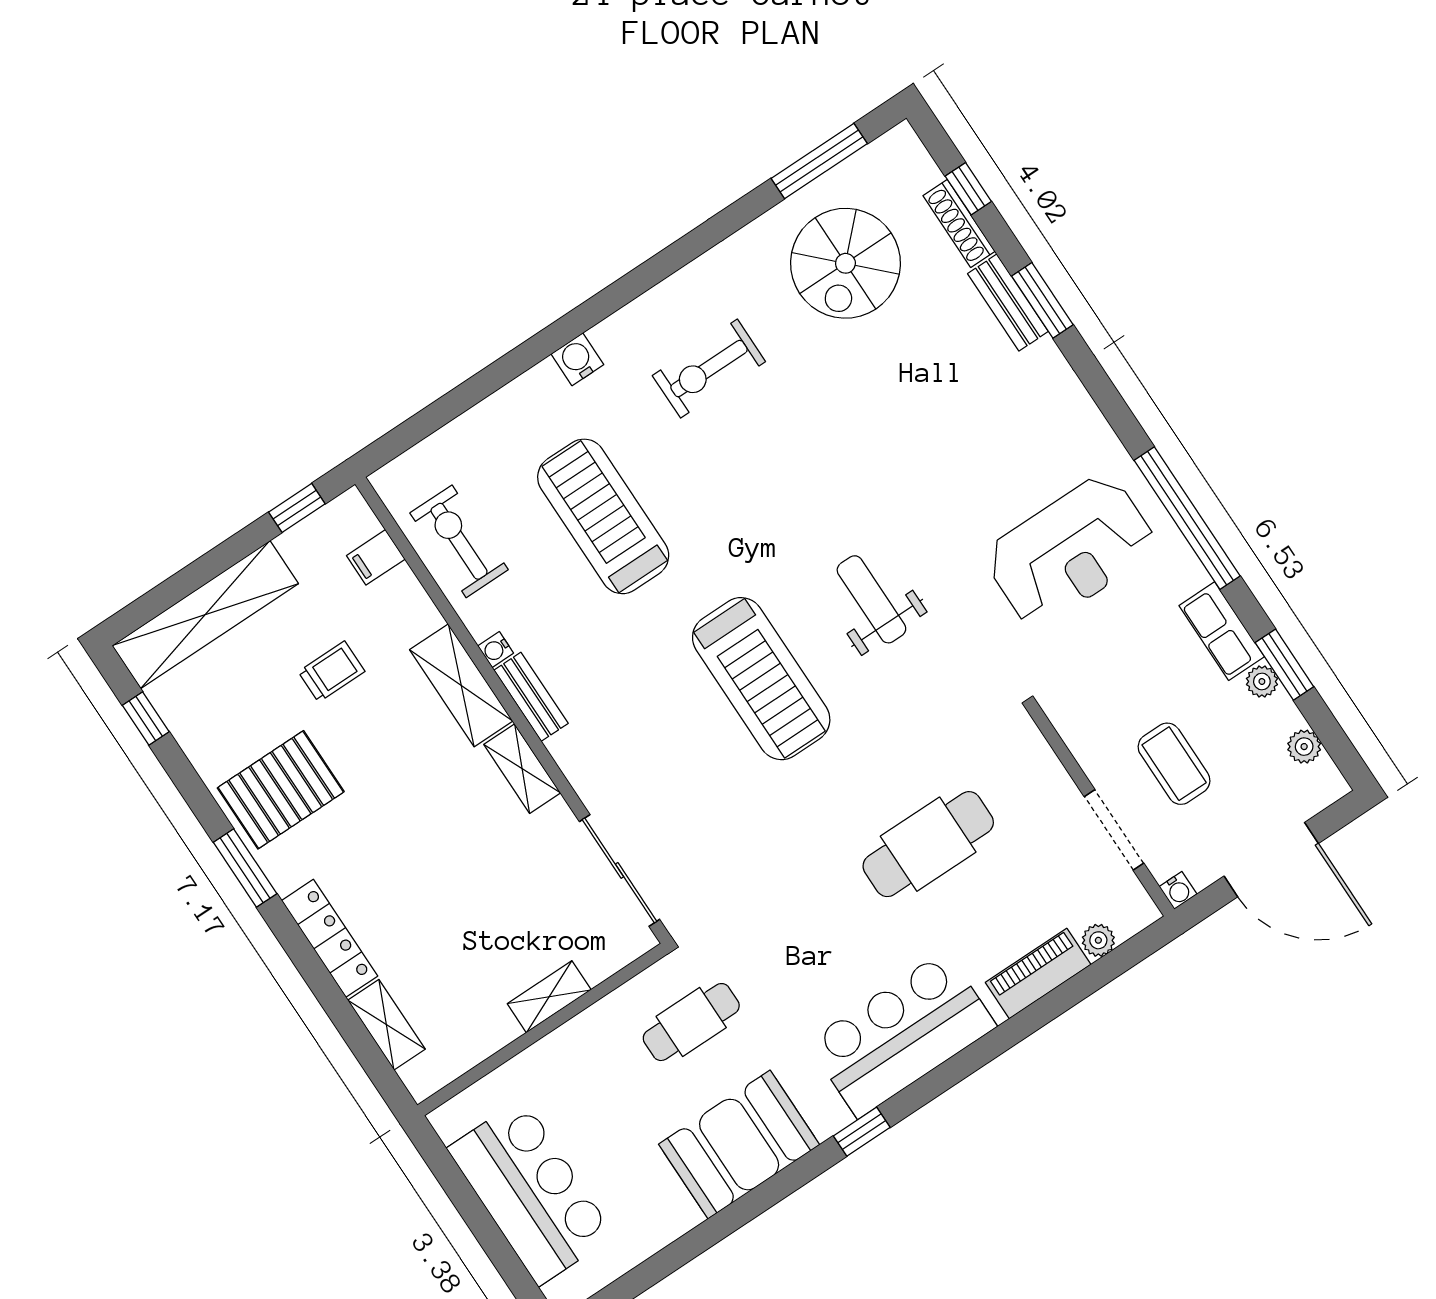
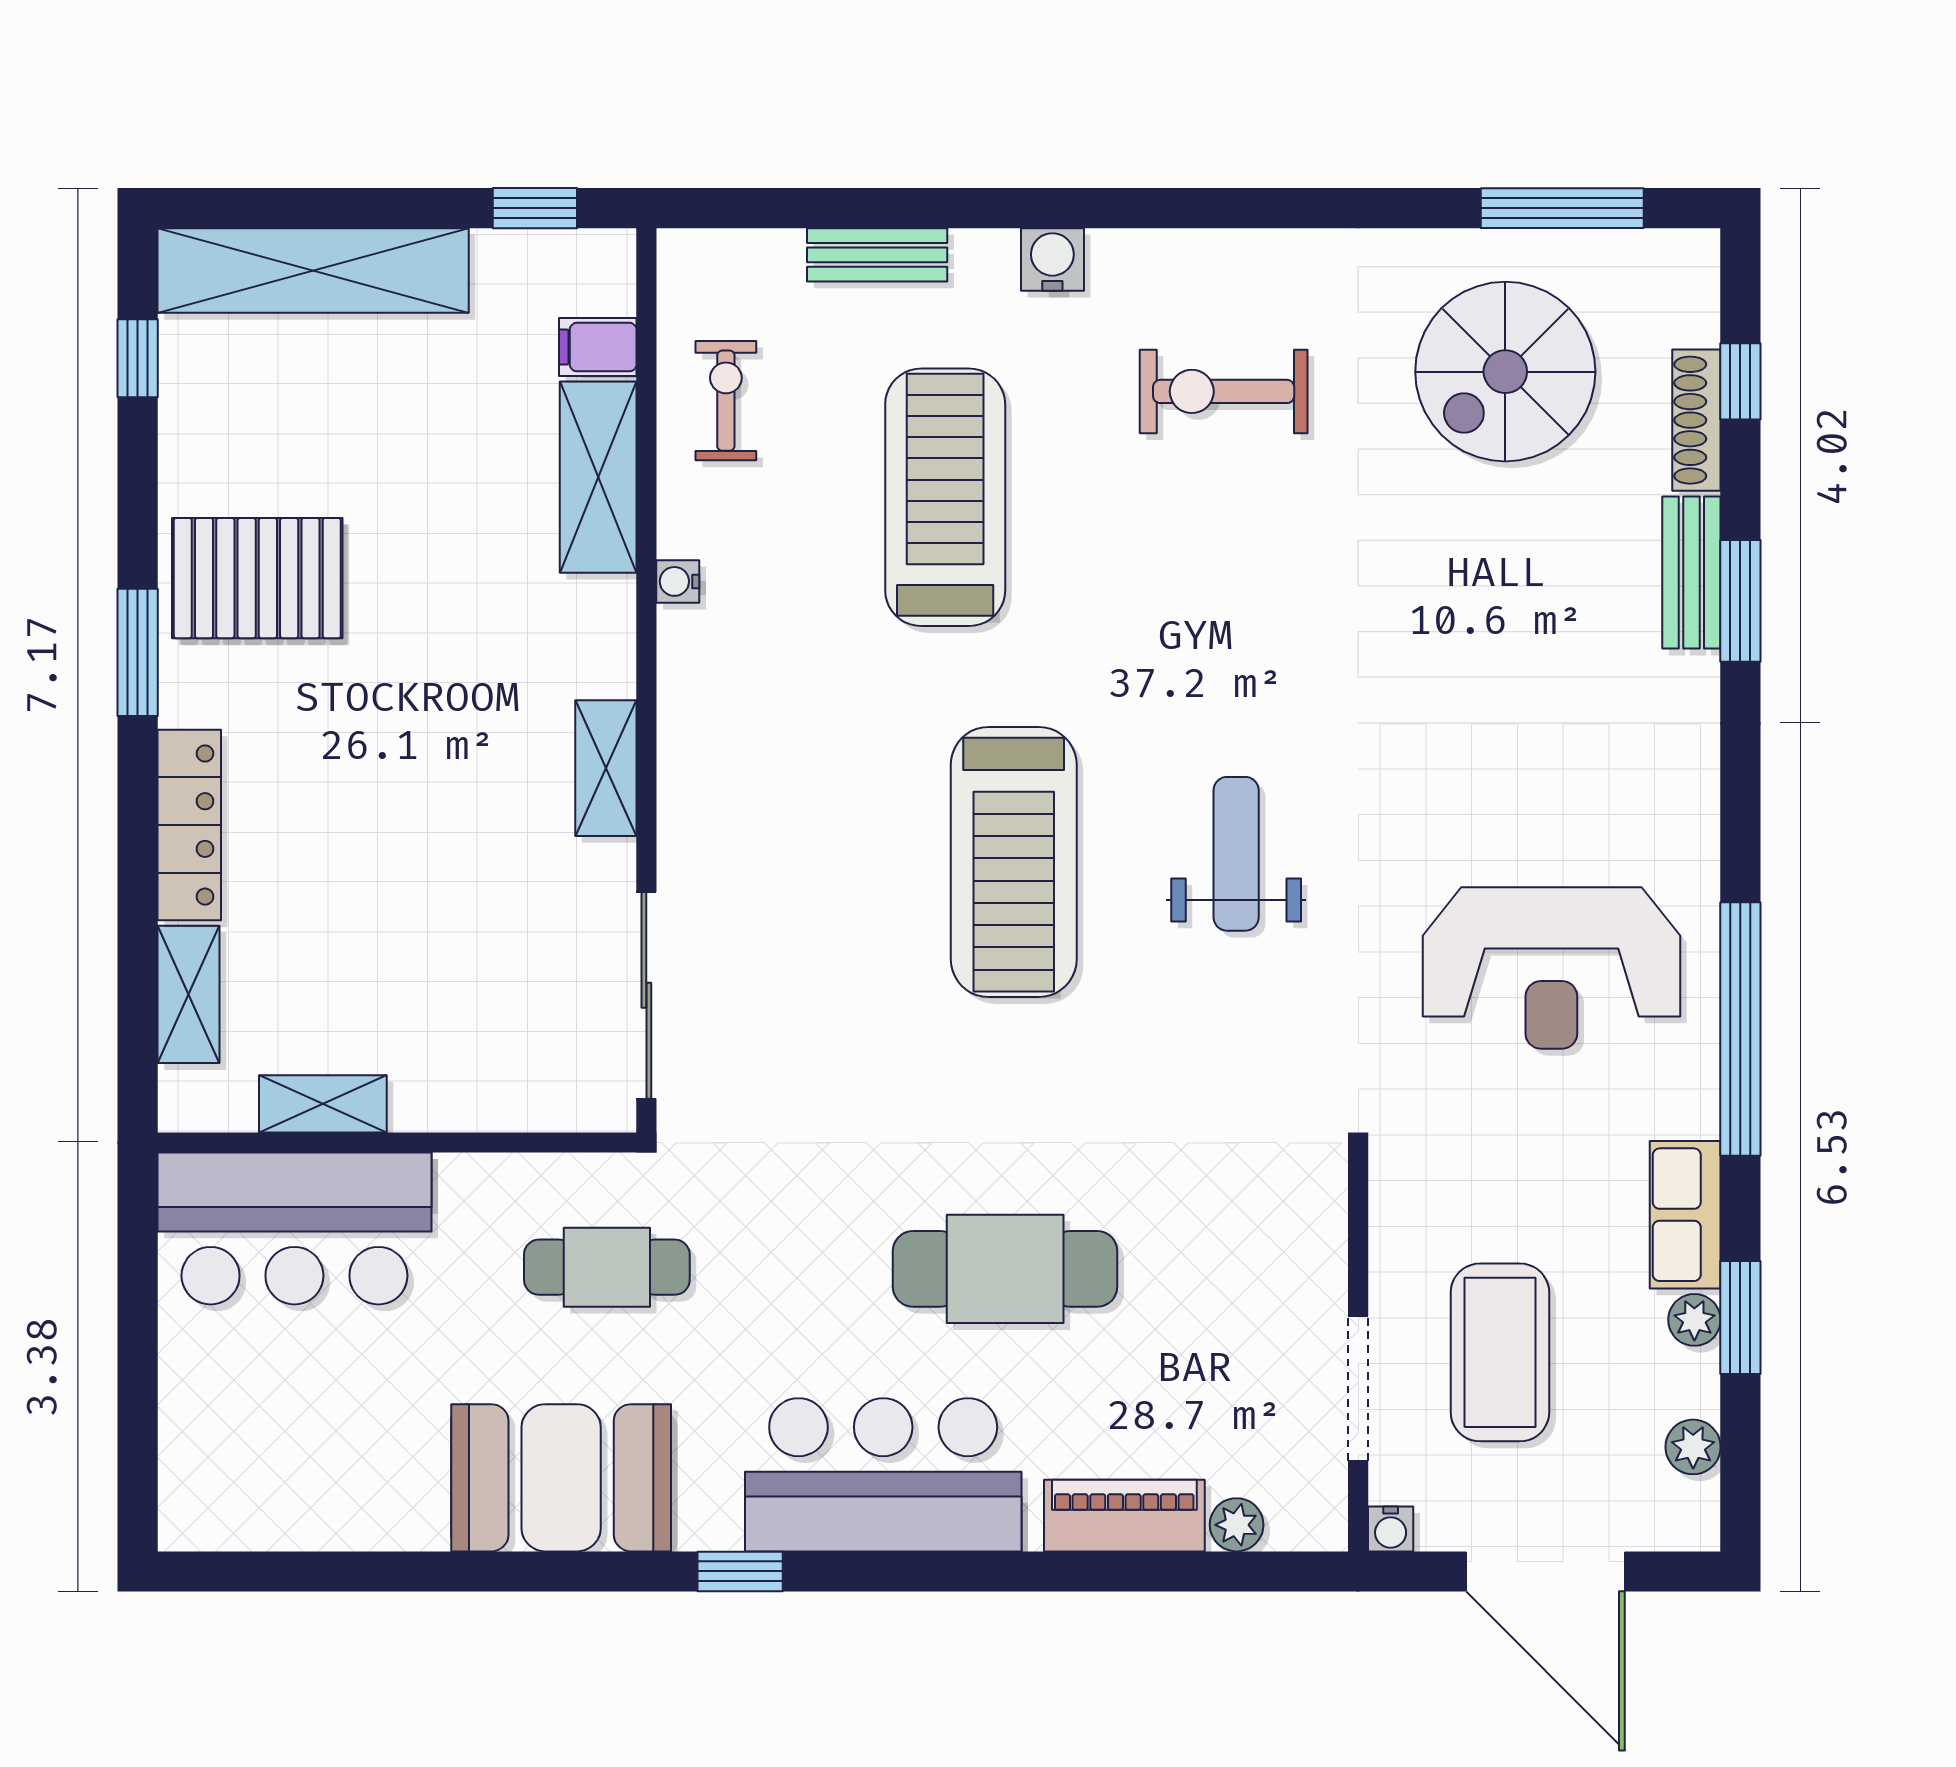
exercise bike: (459, 541) -> (726, 401), width x0.73, depth x0.72
trolley: (332, 672) -> (434, 463), removed
shelving: (461, 685) -> (598, 477), moved
bench: (531, 697) -> (877, 255), moved, turned 90
coffee table: (1174, 764) -> (1500, 1352), width x1.36, depth x1.32
cafe table: (928, 844) -> (1005, 1269), moved
shelving: (549, 997) -> (323, 1104), moved
bar counter: (531, 1192) -> (294, 1229), moved, turned 90

